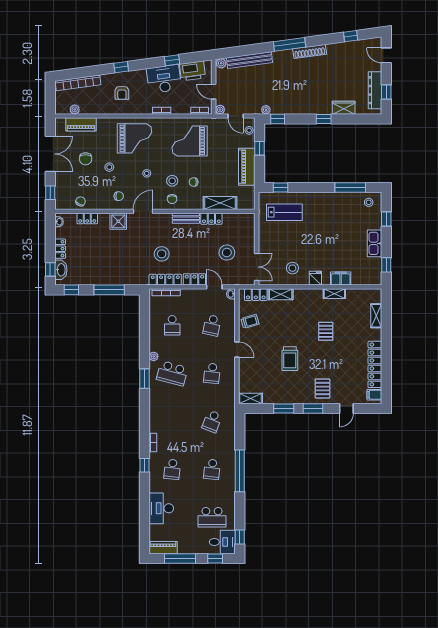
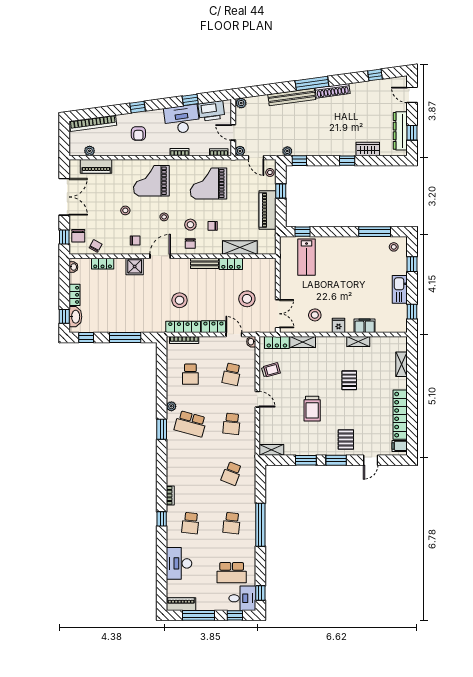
bench: (249, 60) -> (292, 97), moved
grand piano: (134, 138) -> (151, 181), turned 180
chair: (86, 159) -> (78, 236), moved
lab bench: (284, 212) -> (307, 257), turned 90

